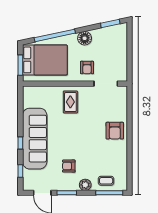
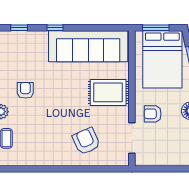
rug: (70, 102) -> (108, 92), width x1.36, depth x1.43
armchair: (115, 131) -> (86, 141), moved, turned 66
sofa: (35, 139) -> (88, 46), moved

